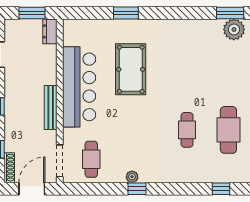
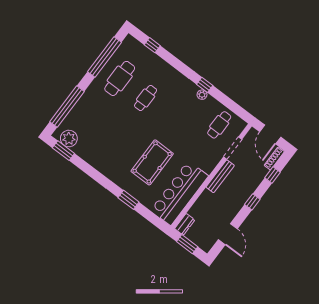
bar counter: (79, 87) -> (180, 193), moved
doorway: (60, 161) -> (233, 148), moved
door: (32, 189) -> (270, 134), hinge flipped

